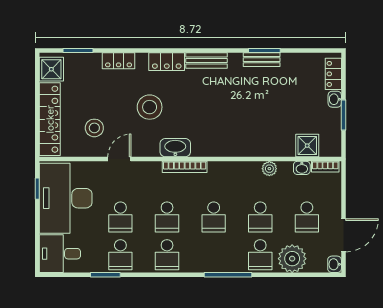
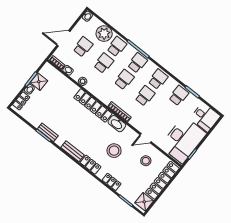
shower: (307, 146) -> (39, 82), moved
locker: (229, 147) -> (93, 105), added
school desk: (120, 217) -> (137, 63), moved
door: (343, 235) -> (63, 38), moved

